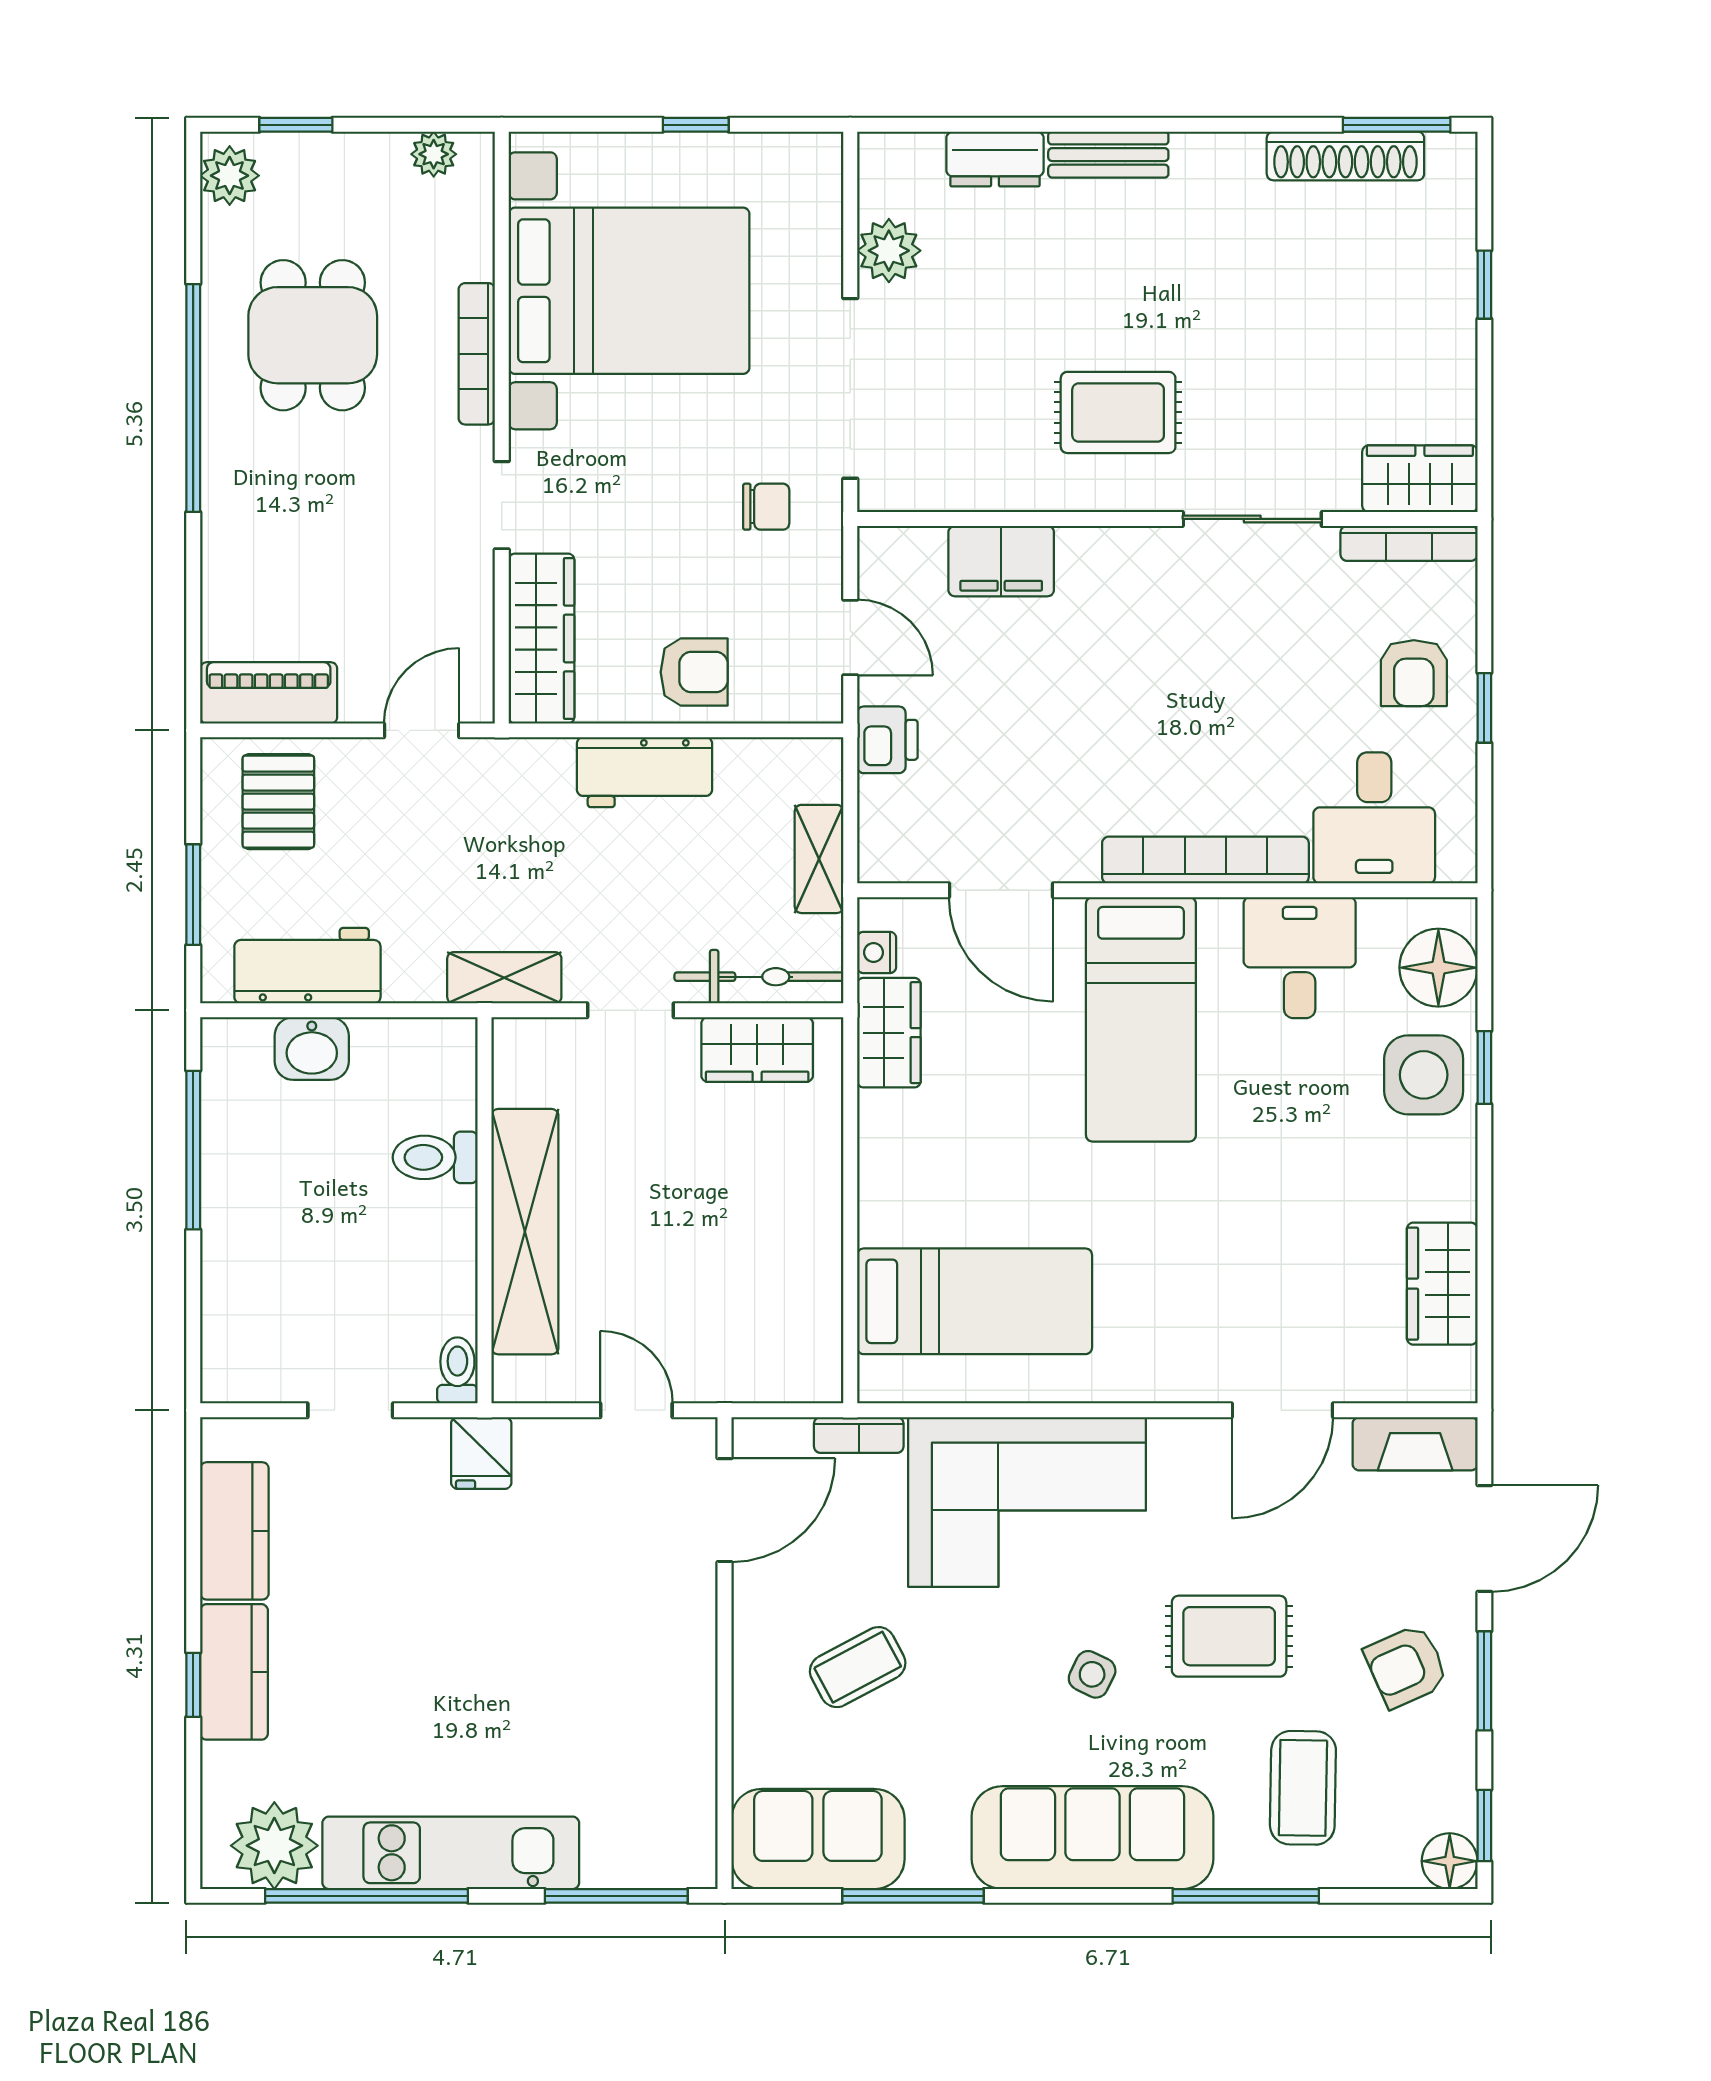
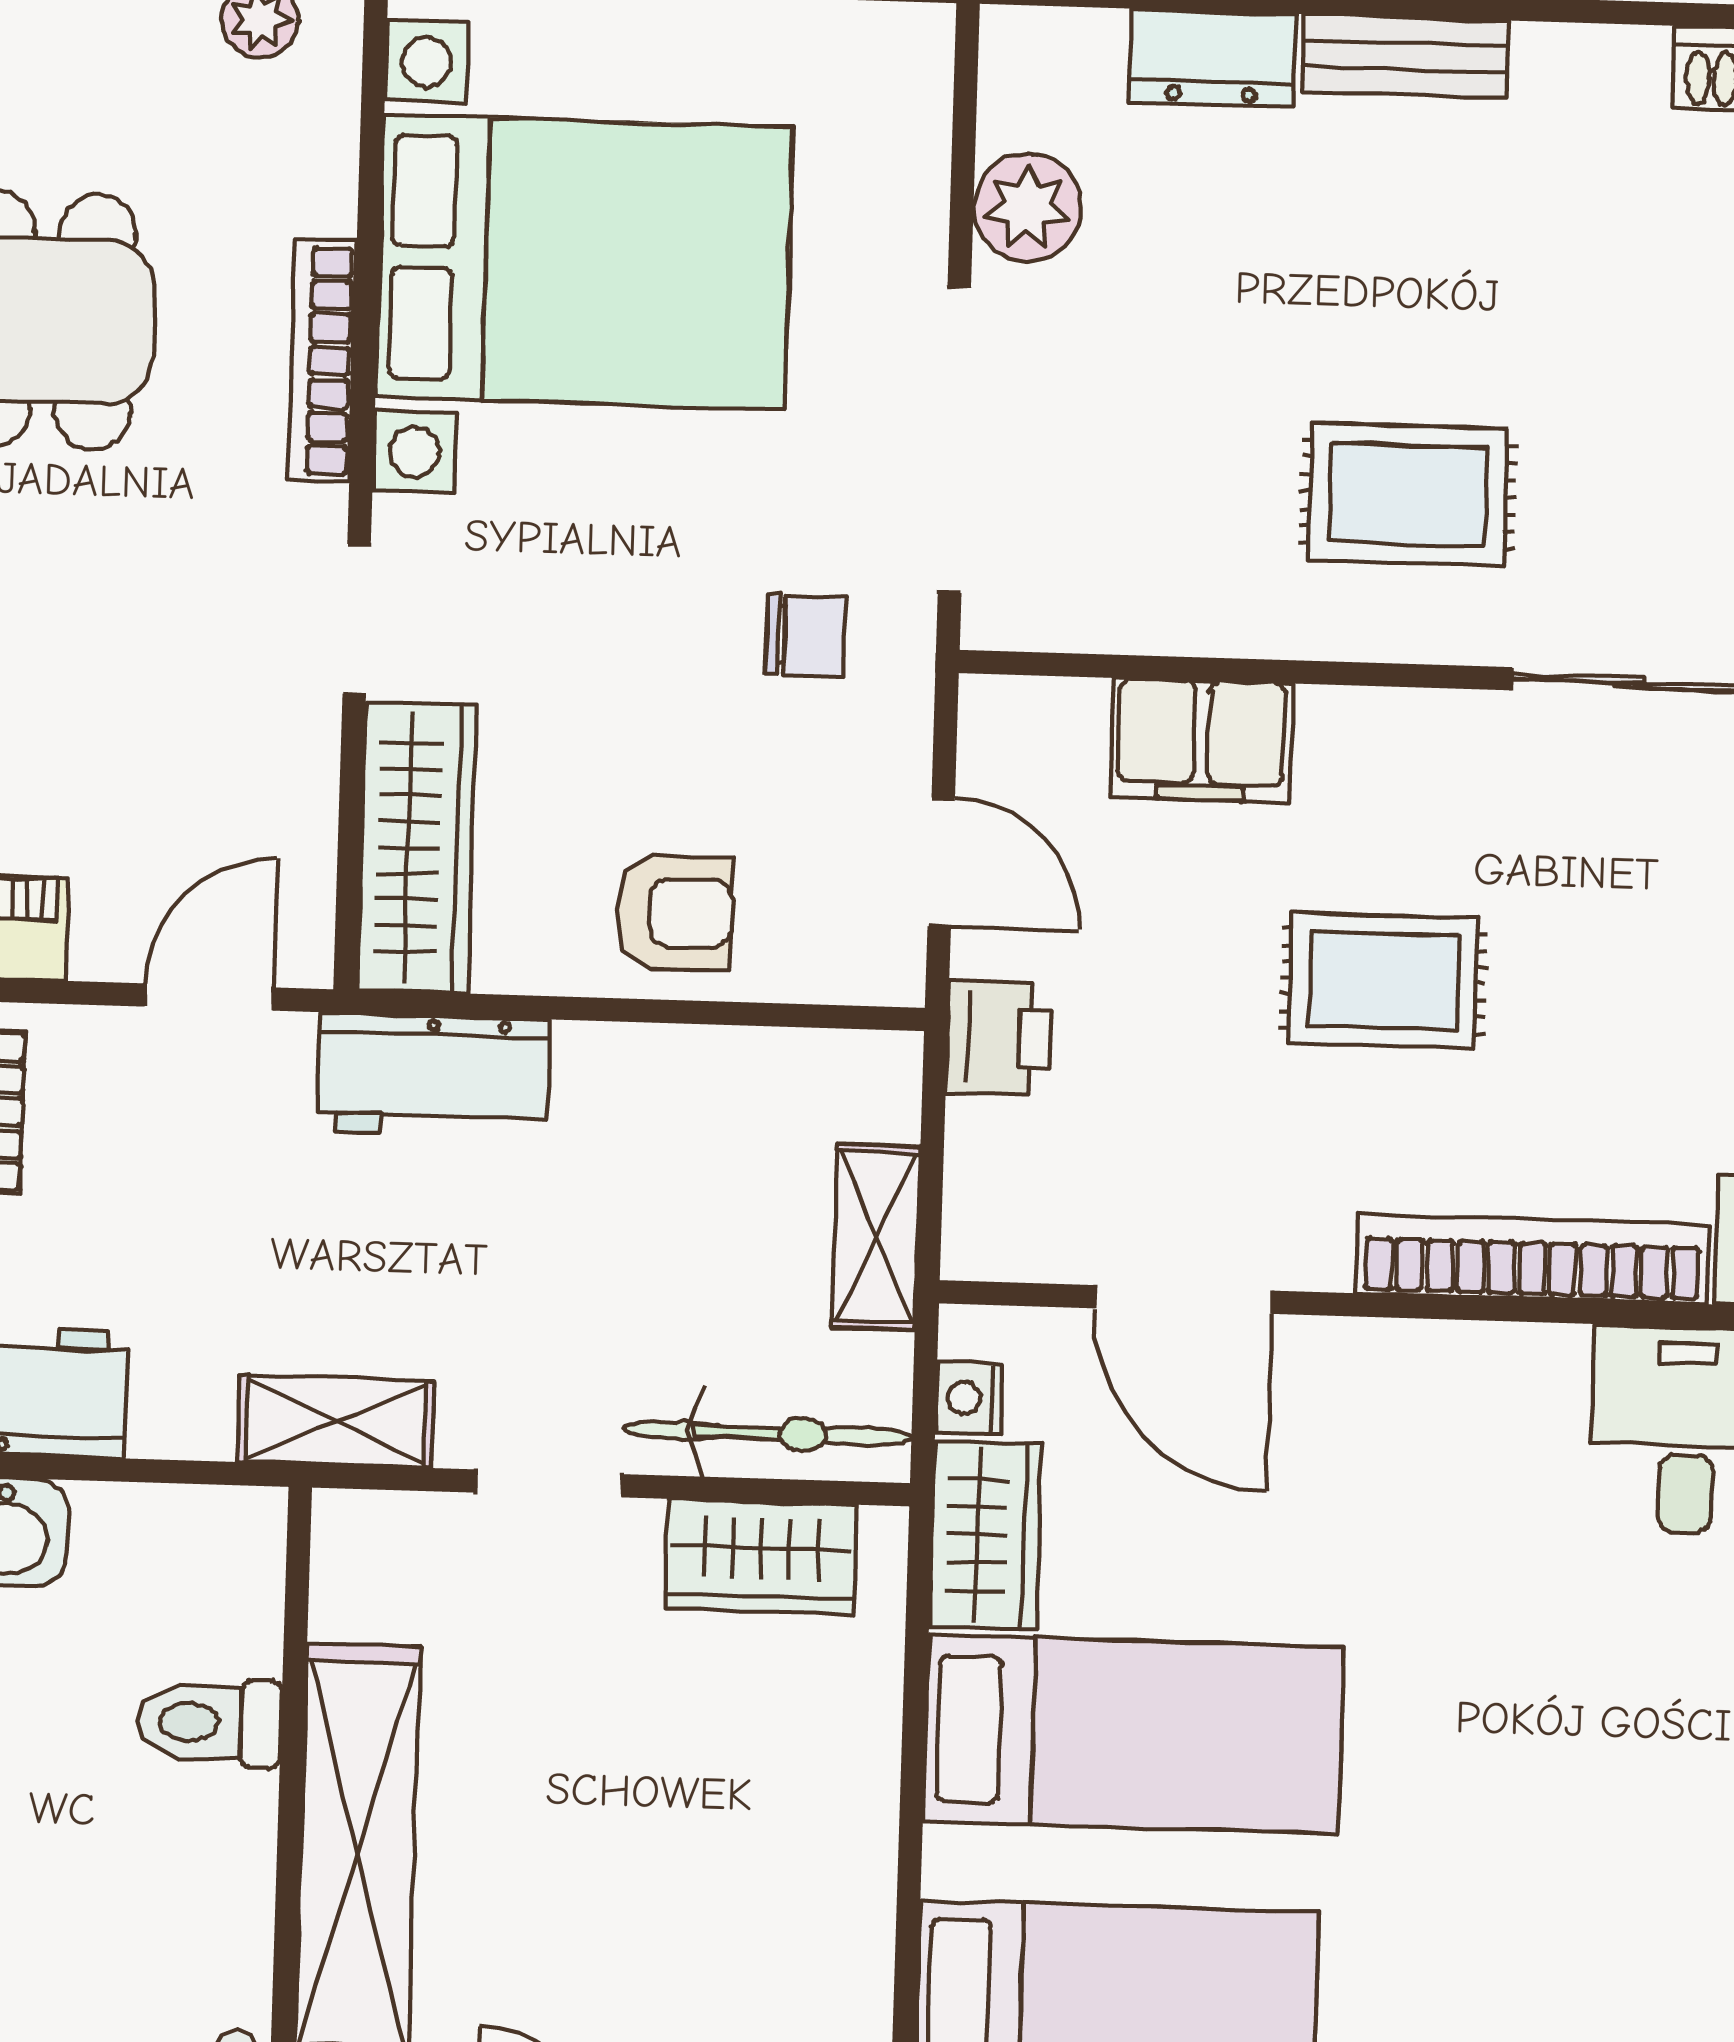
rug: (1113, 699) -> (1383, 981), added
workbench: (644, 772) -> (433, 1075), moved
bed: (1141, 1019) -> (1133, 1734), moved, turned -90

